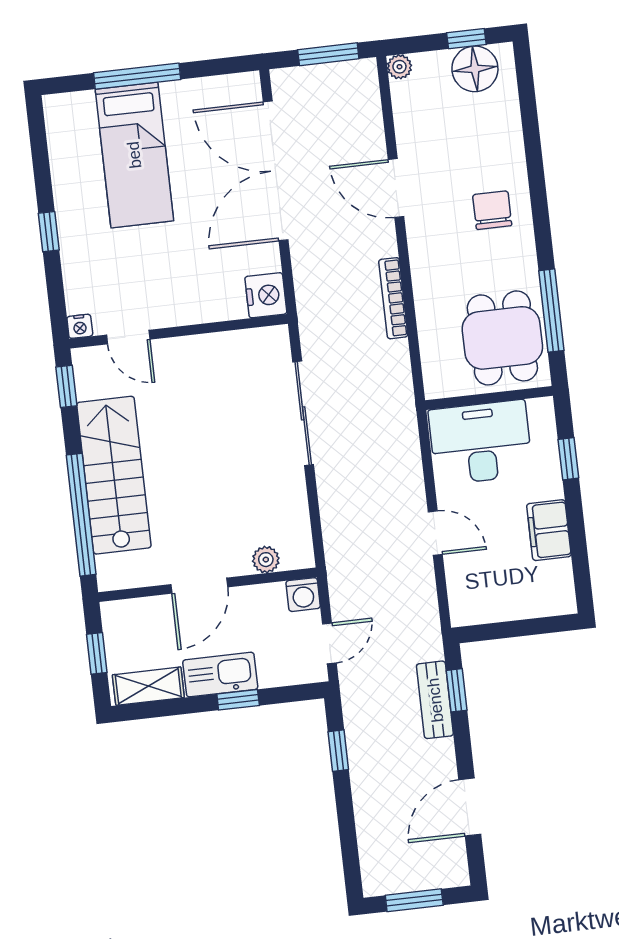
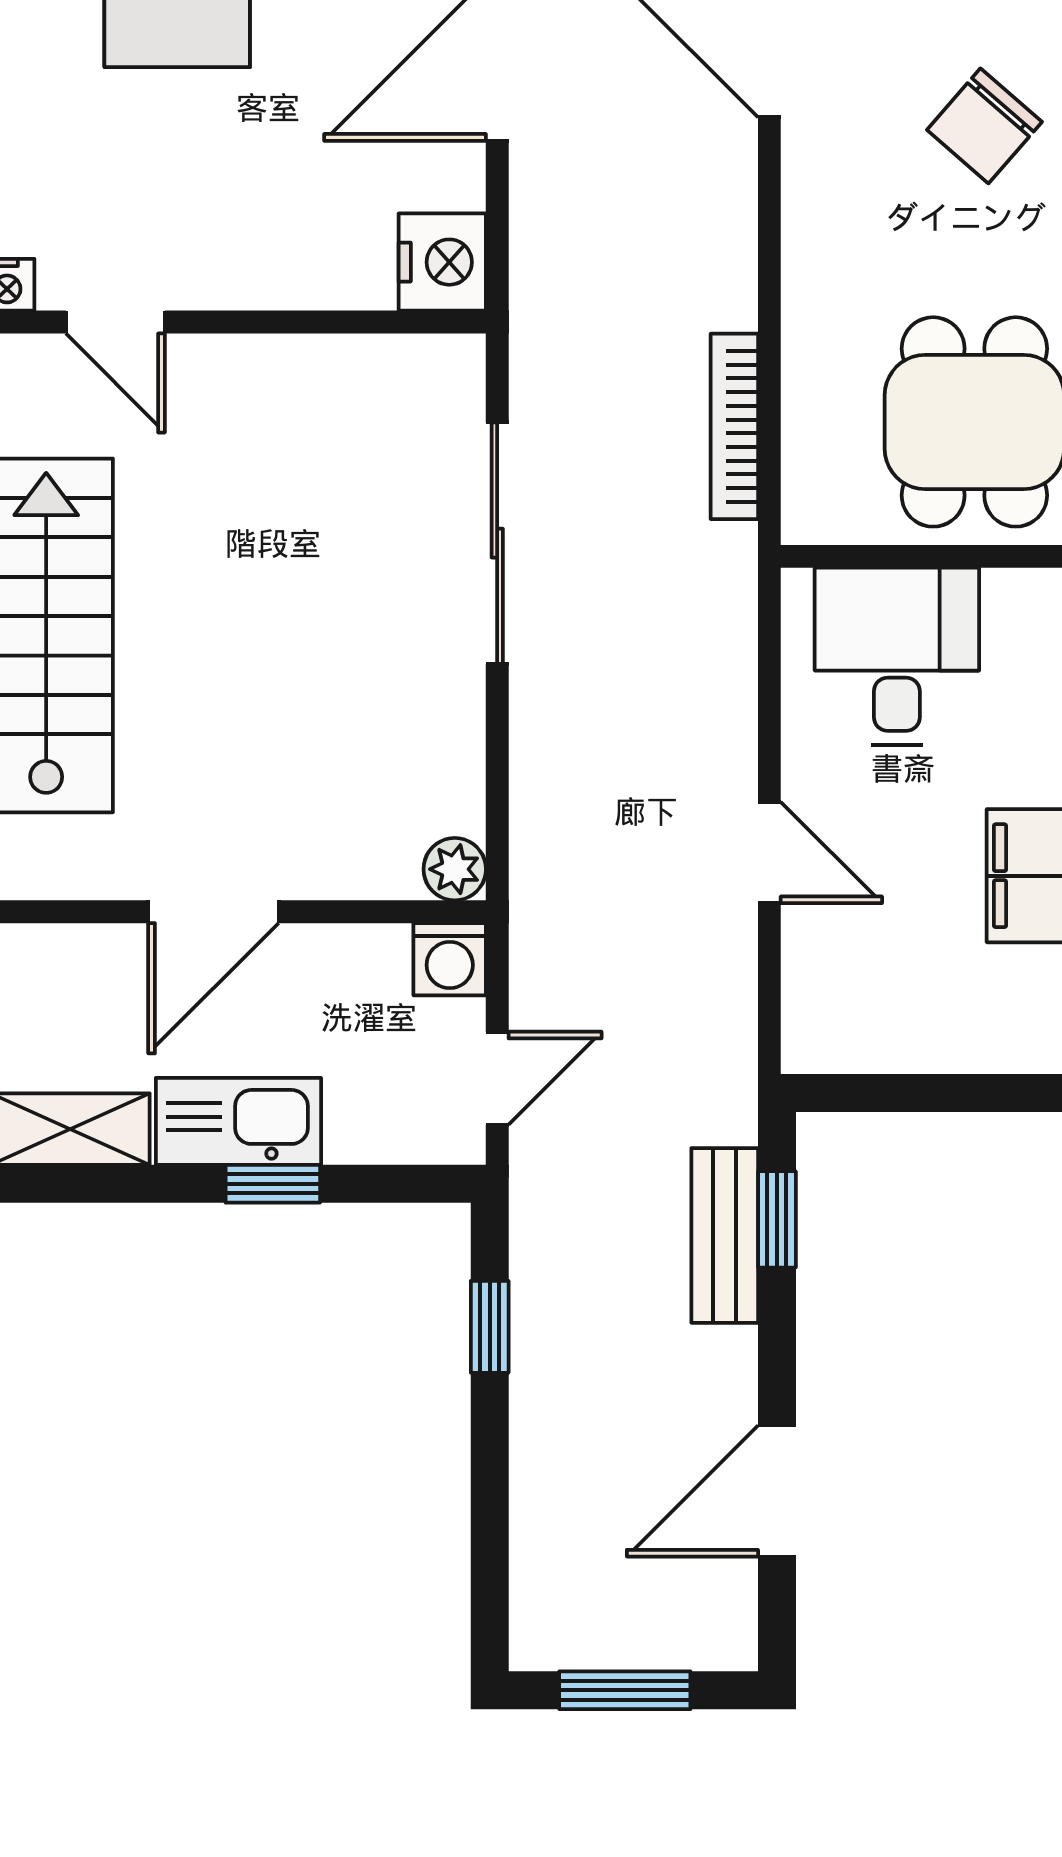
chair: (492, 210) -> (984, 126), turned -139
bookcase: (393, 298) -> (734, 426), moved
desk: (480, 442) -> (897, 656), width x0.73
plant: (266, 560) -> (455, 869), moved

